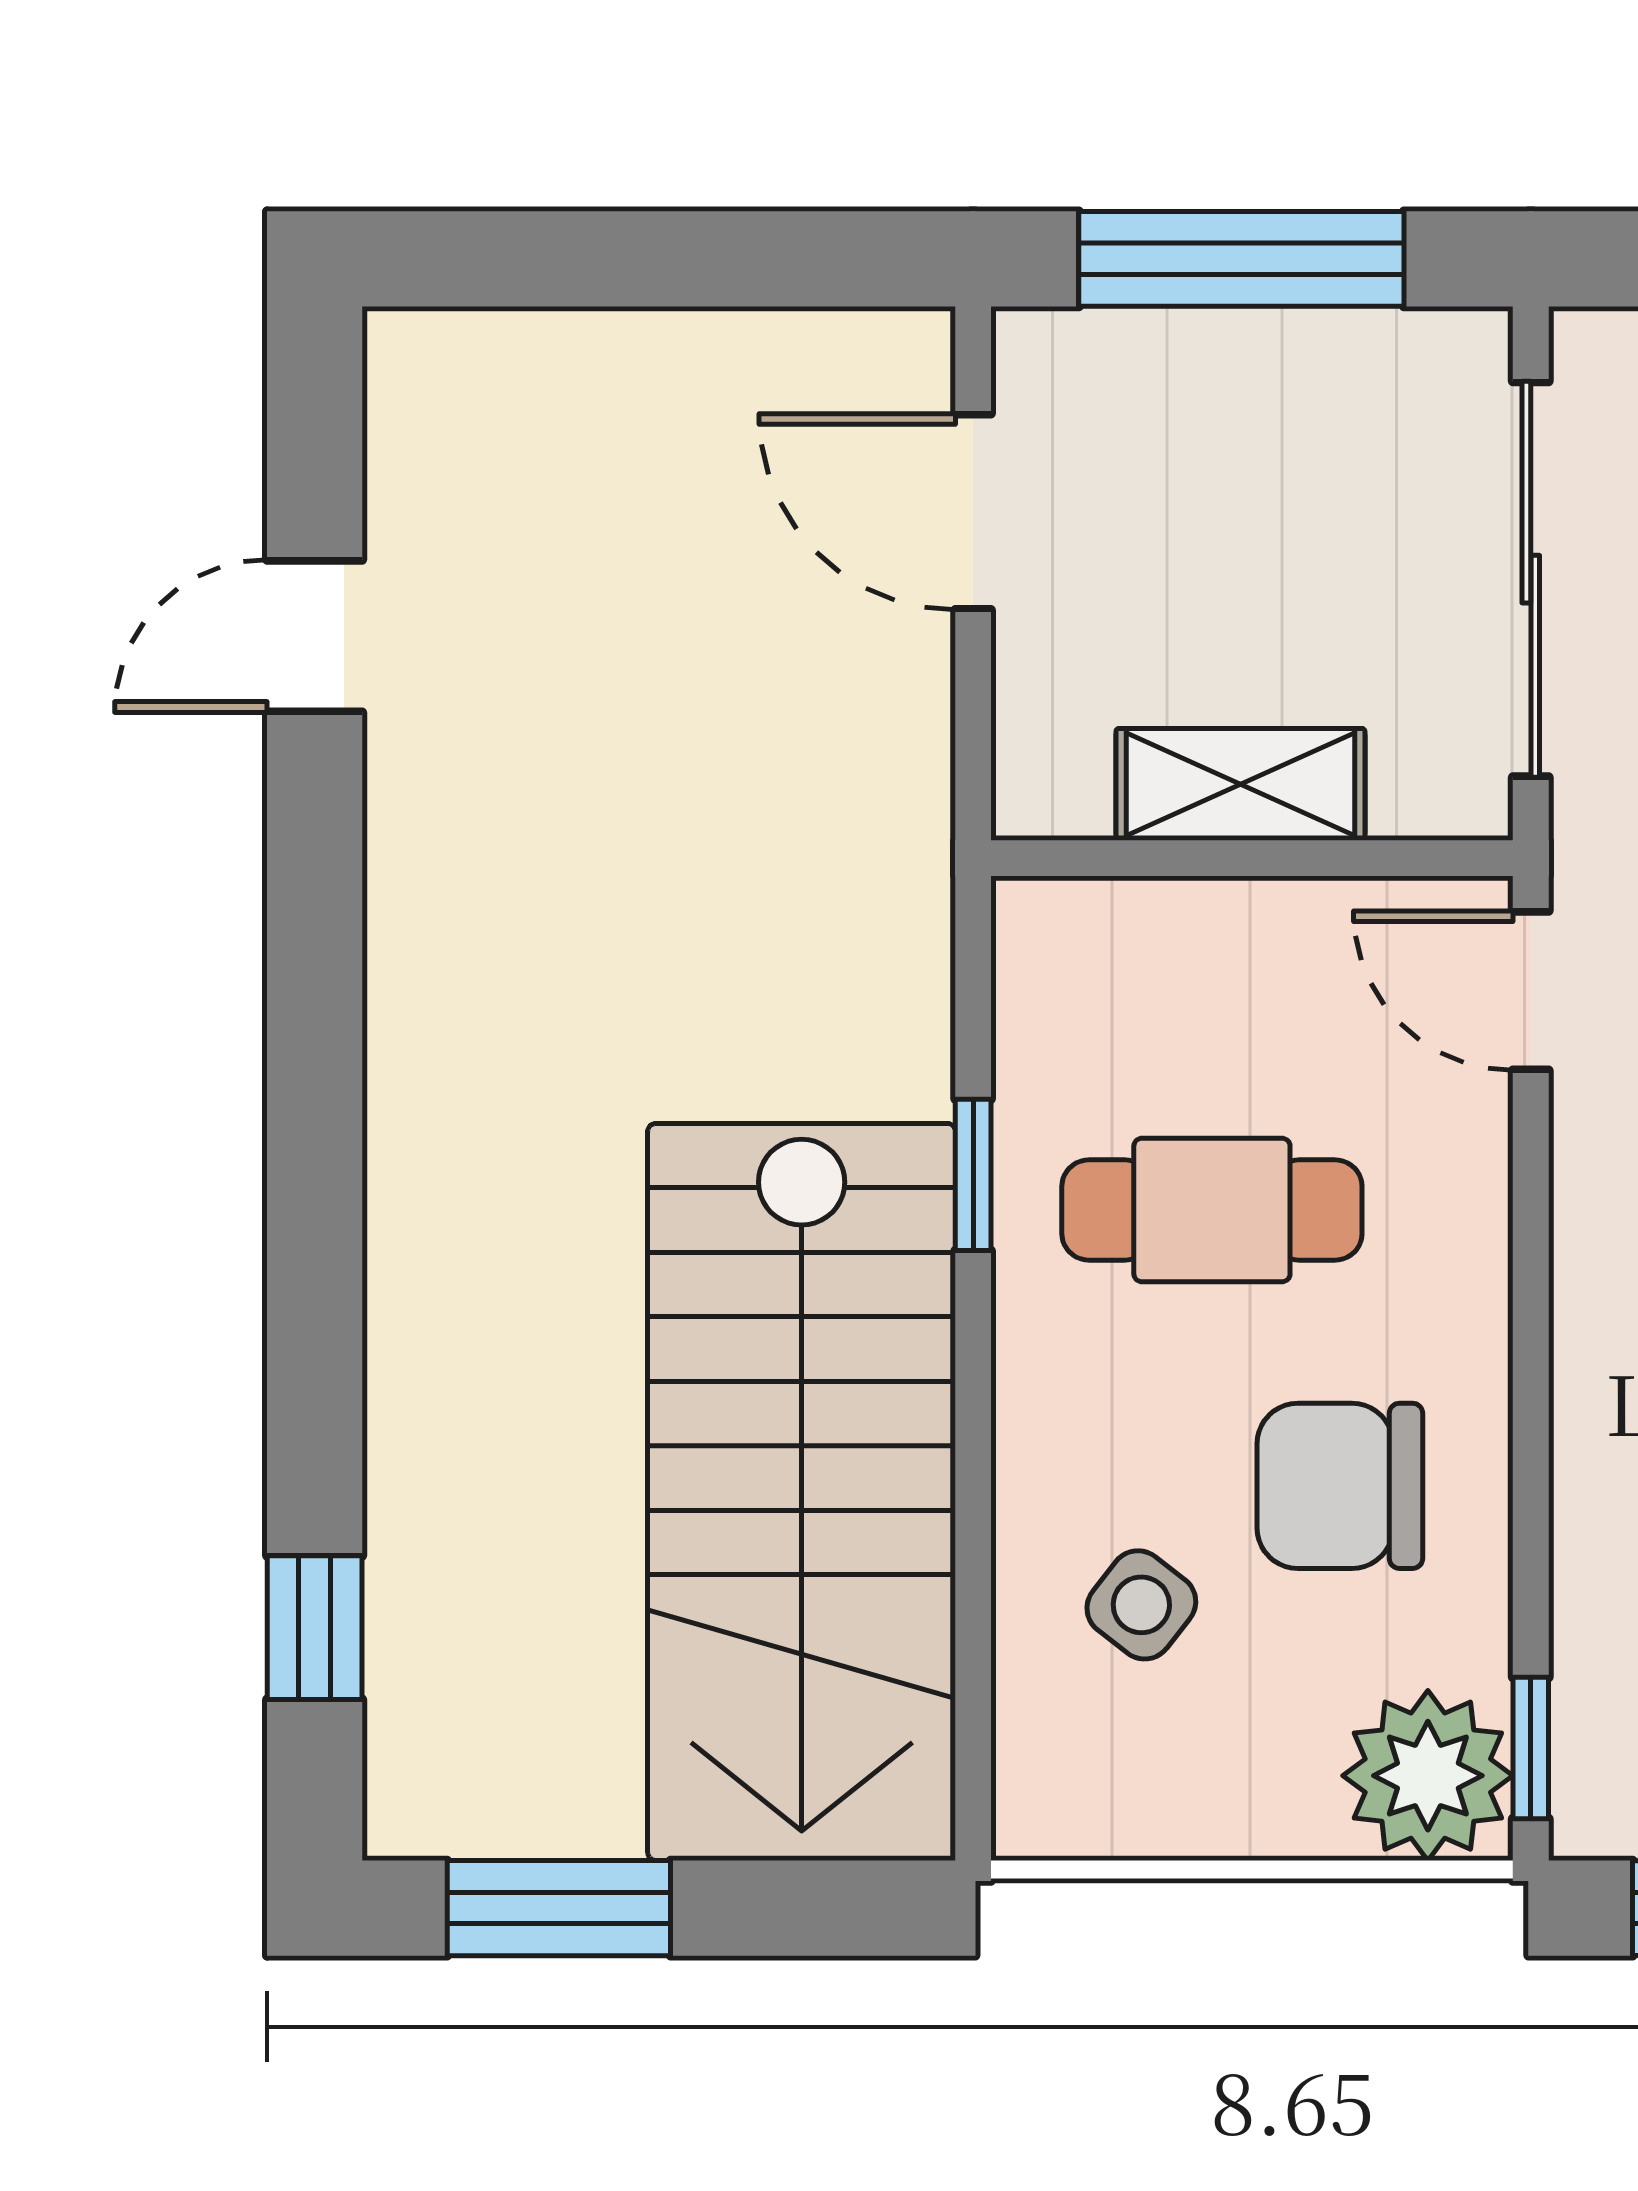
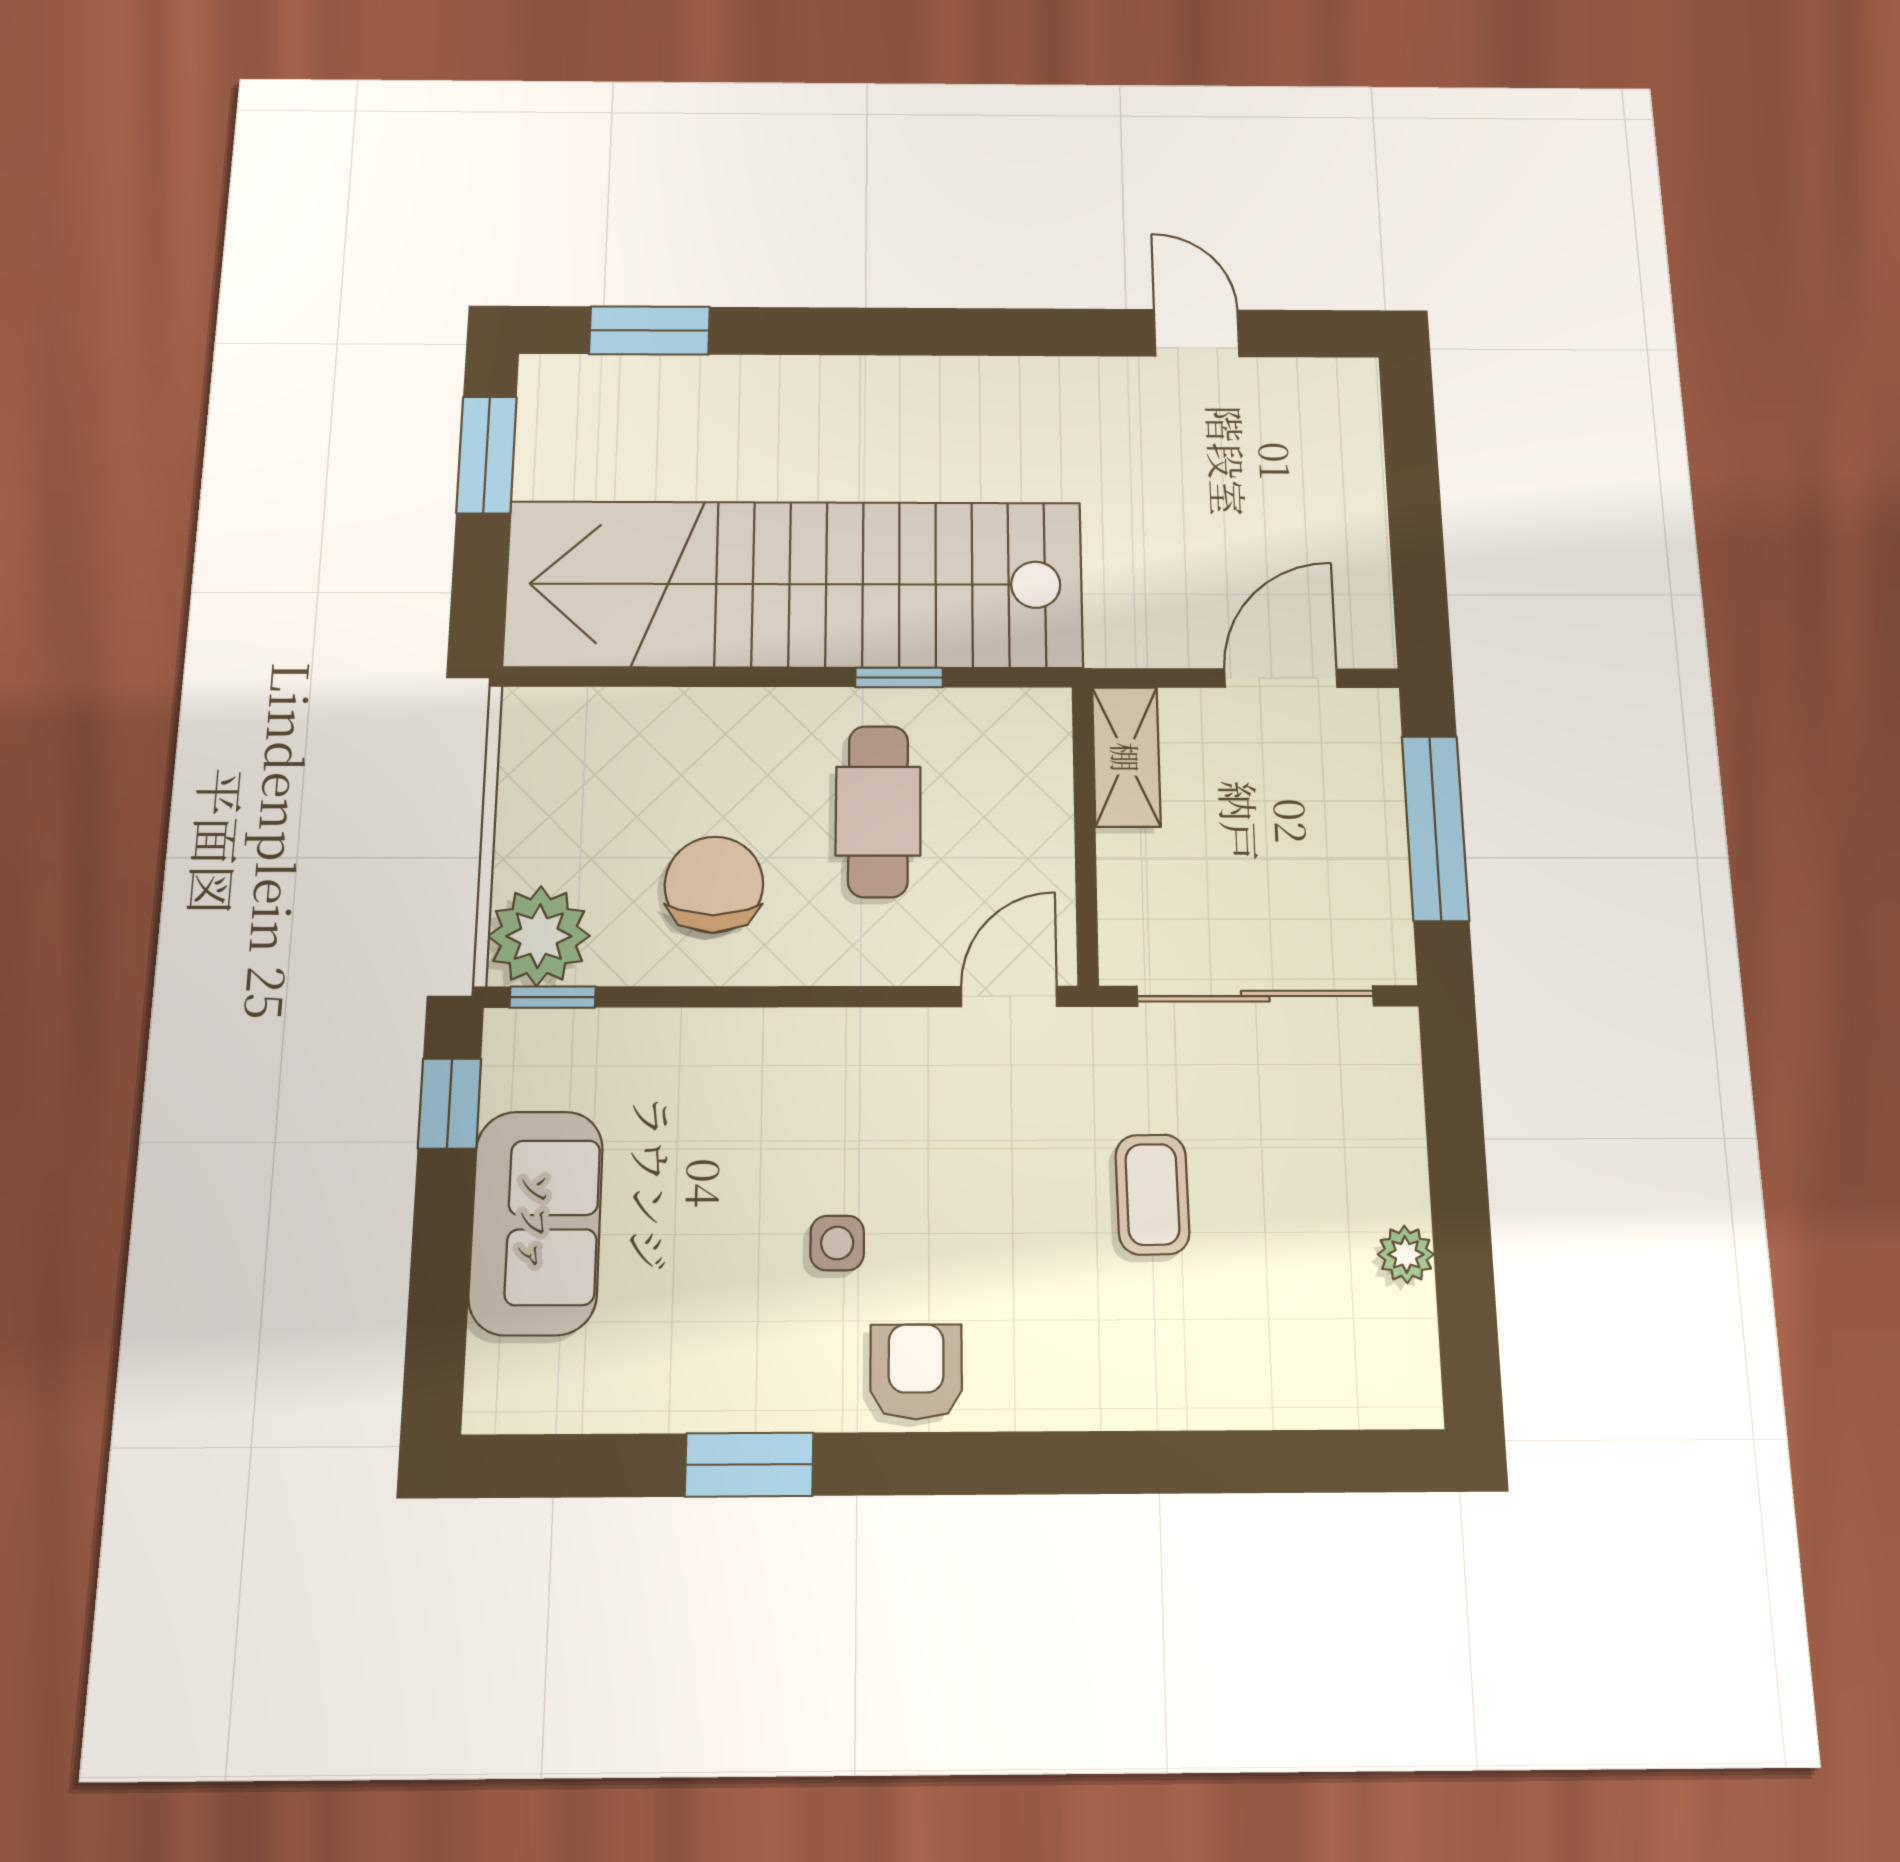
shelving: (1240, 784) -> (1126, 757), moved
stairs: (802, 1492) -> (795, 584), width x1.36
side table: (1141, 1605) -> (647, 771), removed
window: (315, 1628) -> (650, 330), width x1.50

